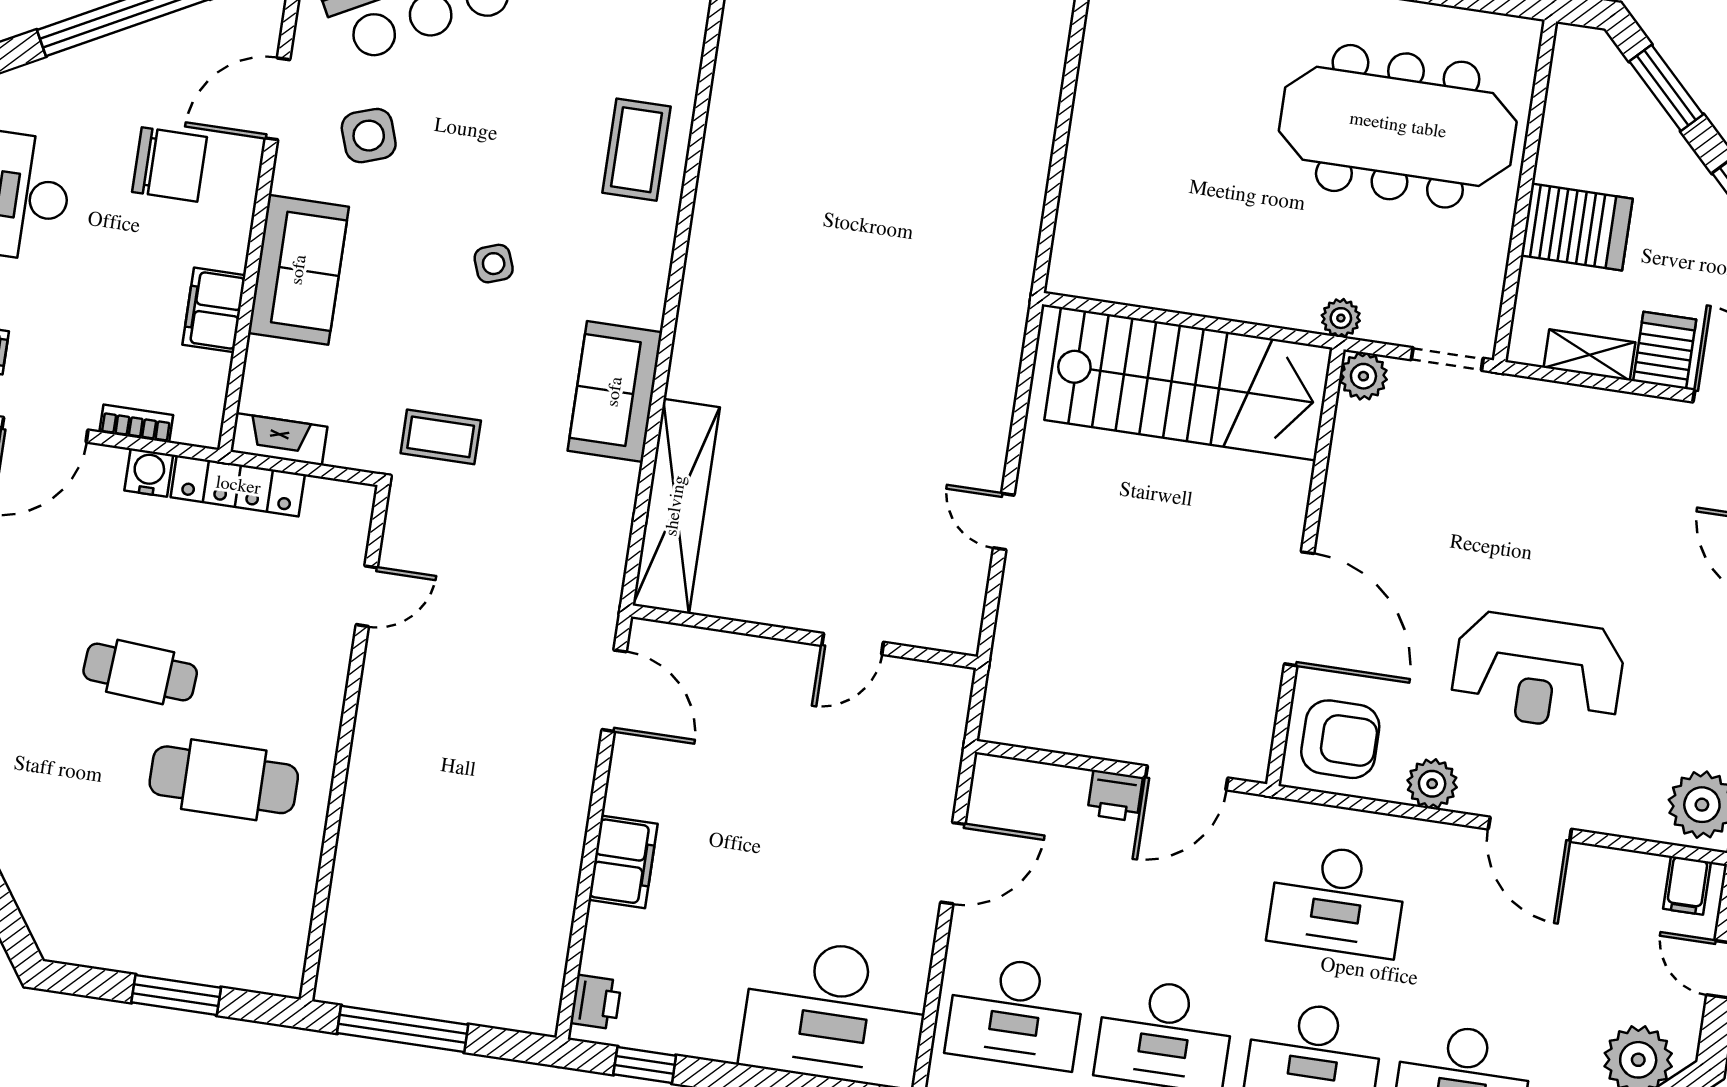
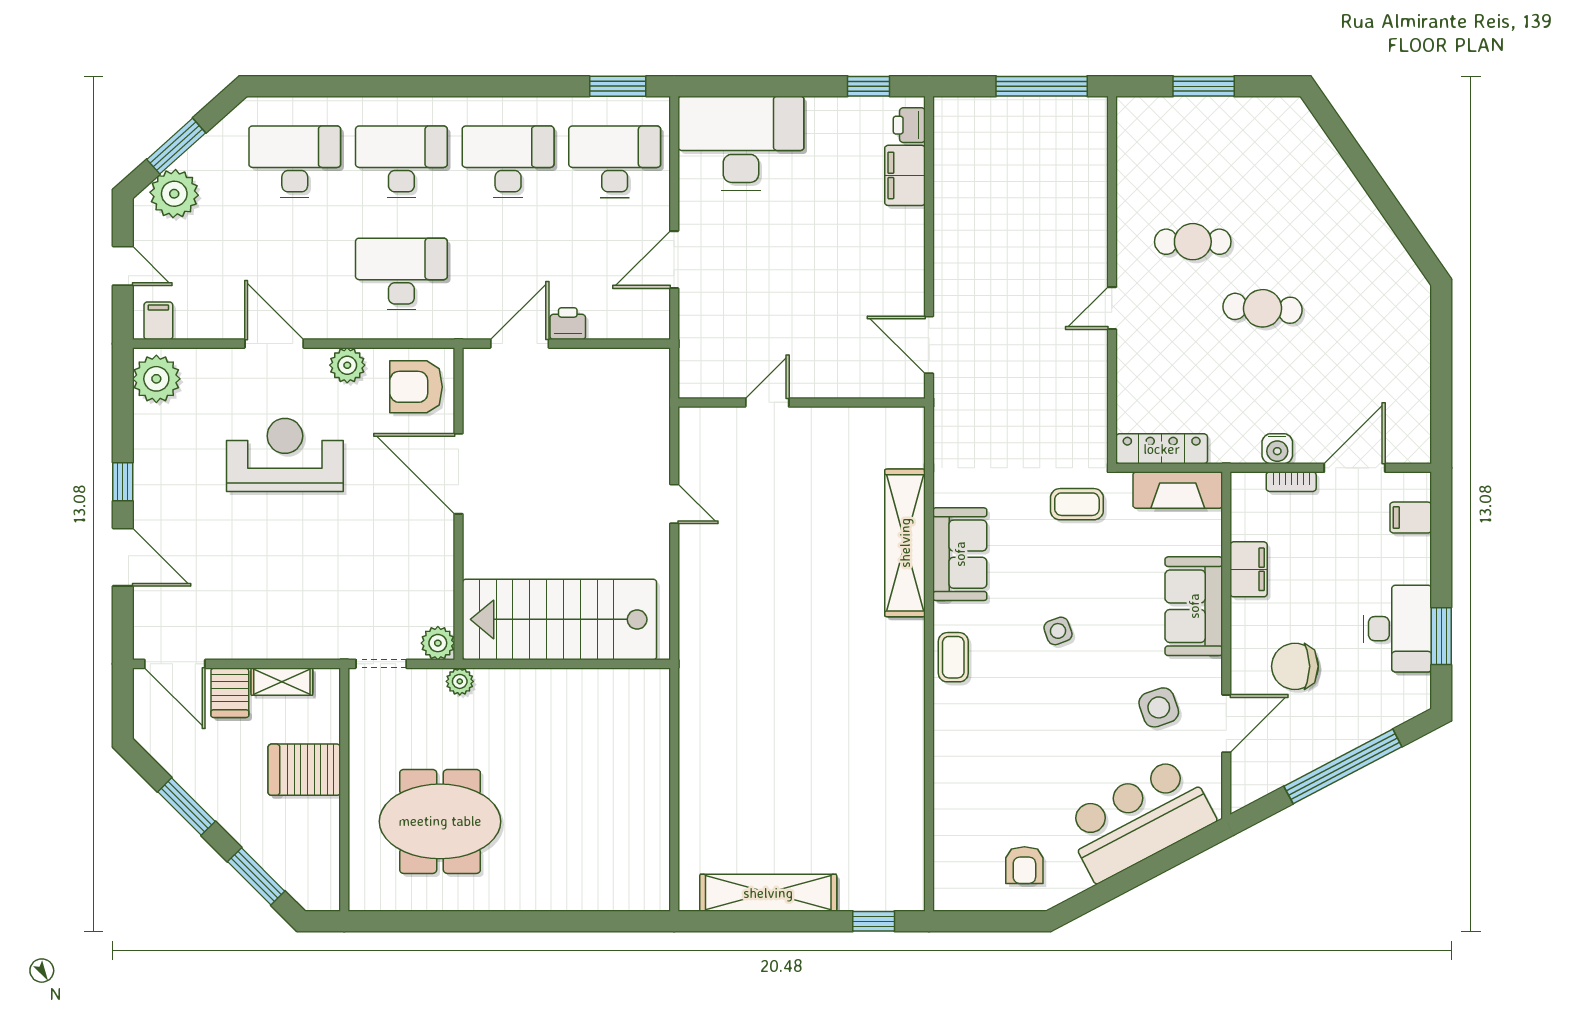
meeting table: (1398, 126) -> (440, 821), width x0.73
coffee table: (637, 150) -> (953, 657), moved, width x0.73, depth x0.77
fireplace: (279, 439) -> (1178, 490), width x1.37, depth x1.32
locker: (238, 486) -> (1162, 449), moved
shelving: (676, 506) -> (905, 543), moved
door: (367, 596) -> (1112, 308), moved
cafe table: (224, 780) -> (1193, 242), width x0.73, depth x0.74
filing cabinet: (623, 862) -> (905, 175), moved

